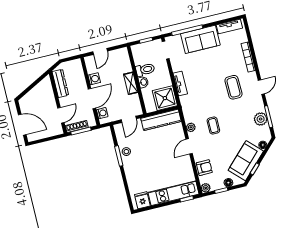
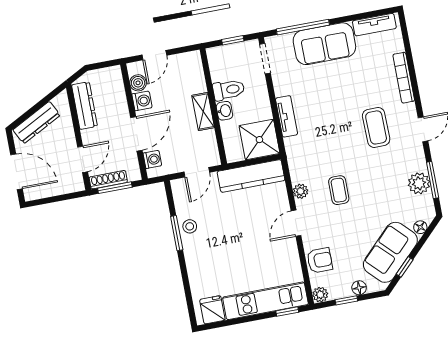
boiler: (91, 68) -> (138, 83), added
dresser: (33, 95) -> (37, 123), added

